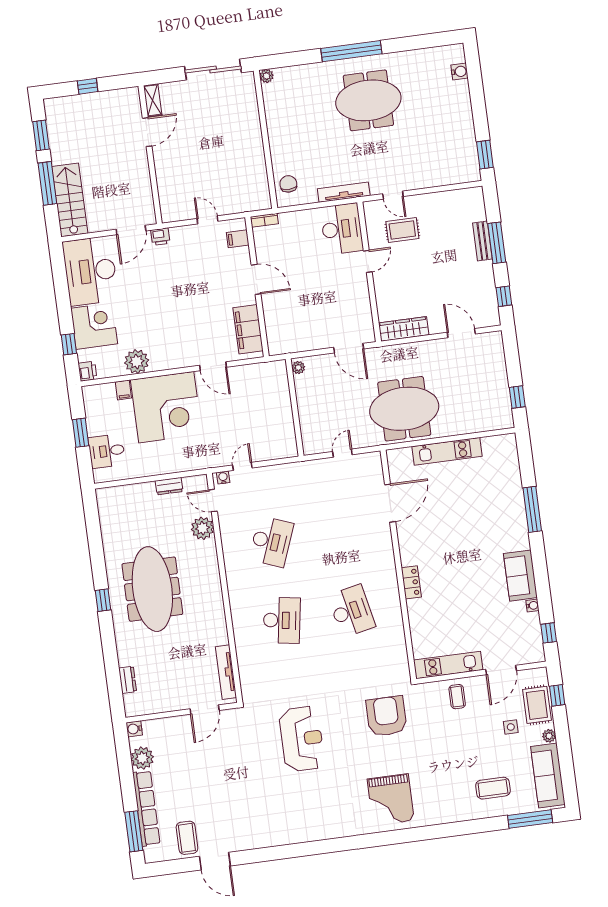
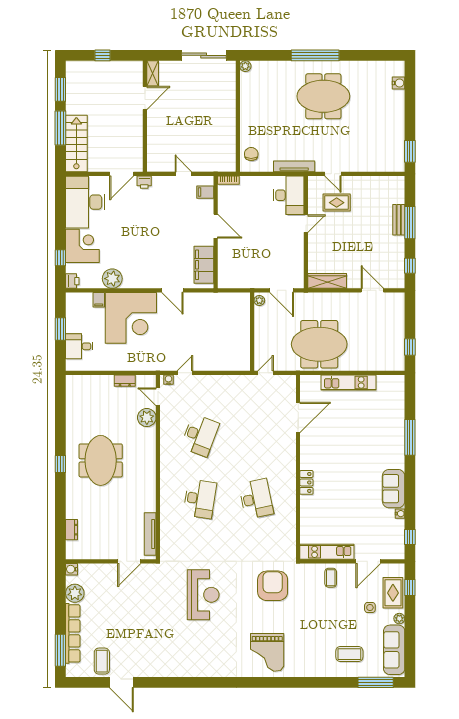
plant: (298, 368) -> (259, 300), moved
wall: (295, 407) -> (252, 332), moved
meeting table: (152, 589) -> (101, 460), width x0.73

